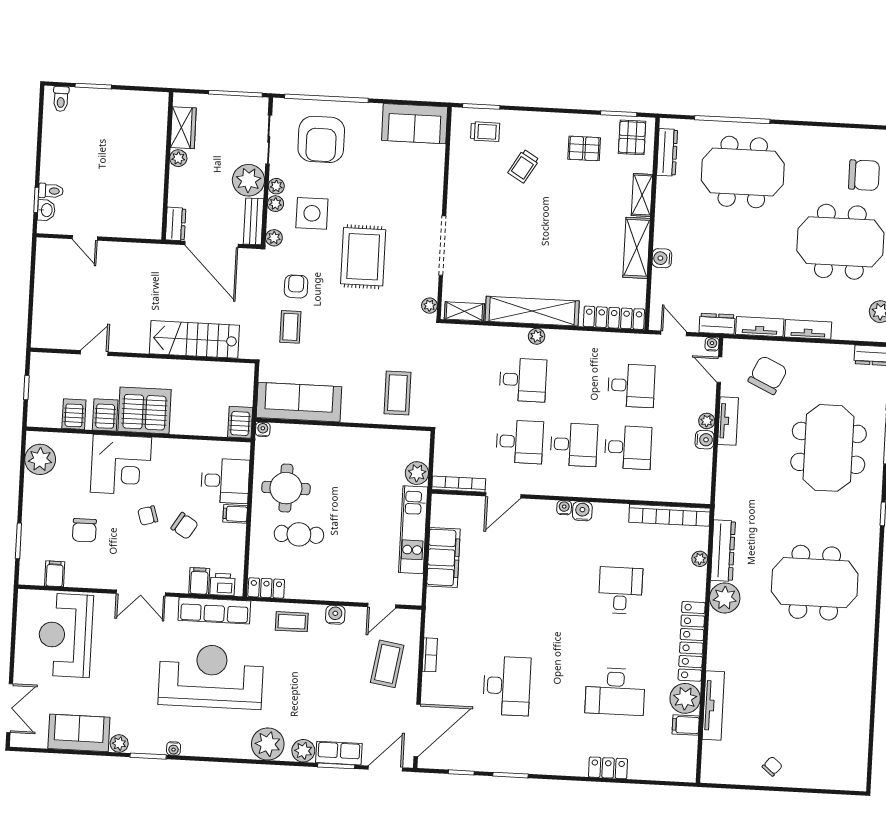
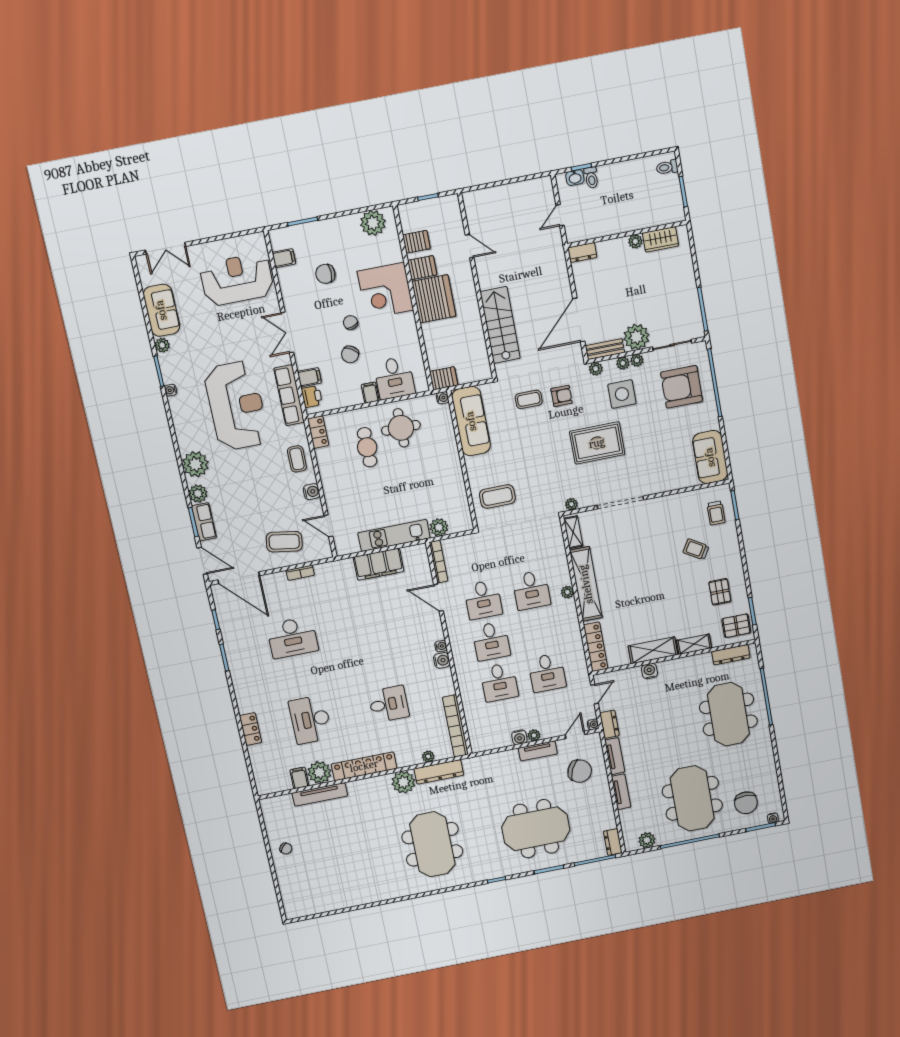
wardrobe: (183, 128) -> (660, 239), moved
plant: (178, 158) -> (635, 241), moved
wall: (167, 166) -> (627, 234), moved
dresser: (176, 224) -> (582, 252), moved

